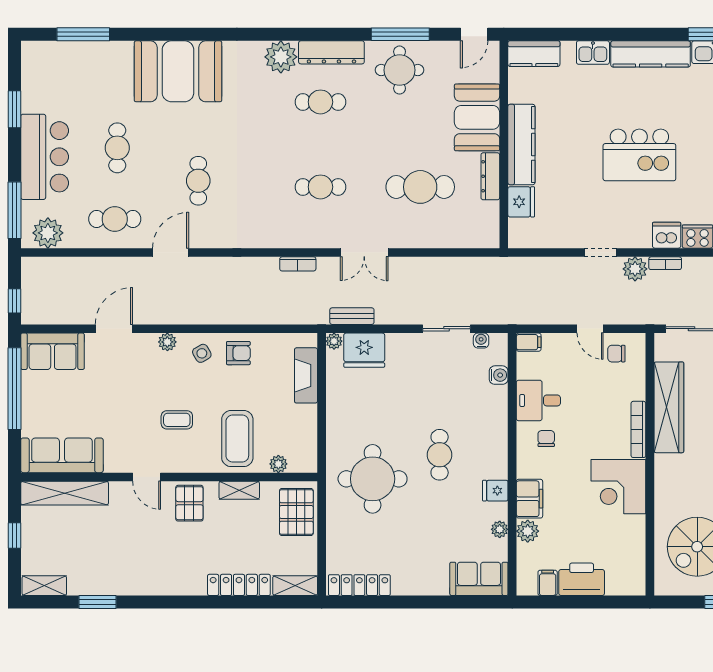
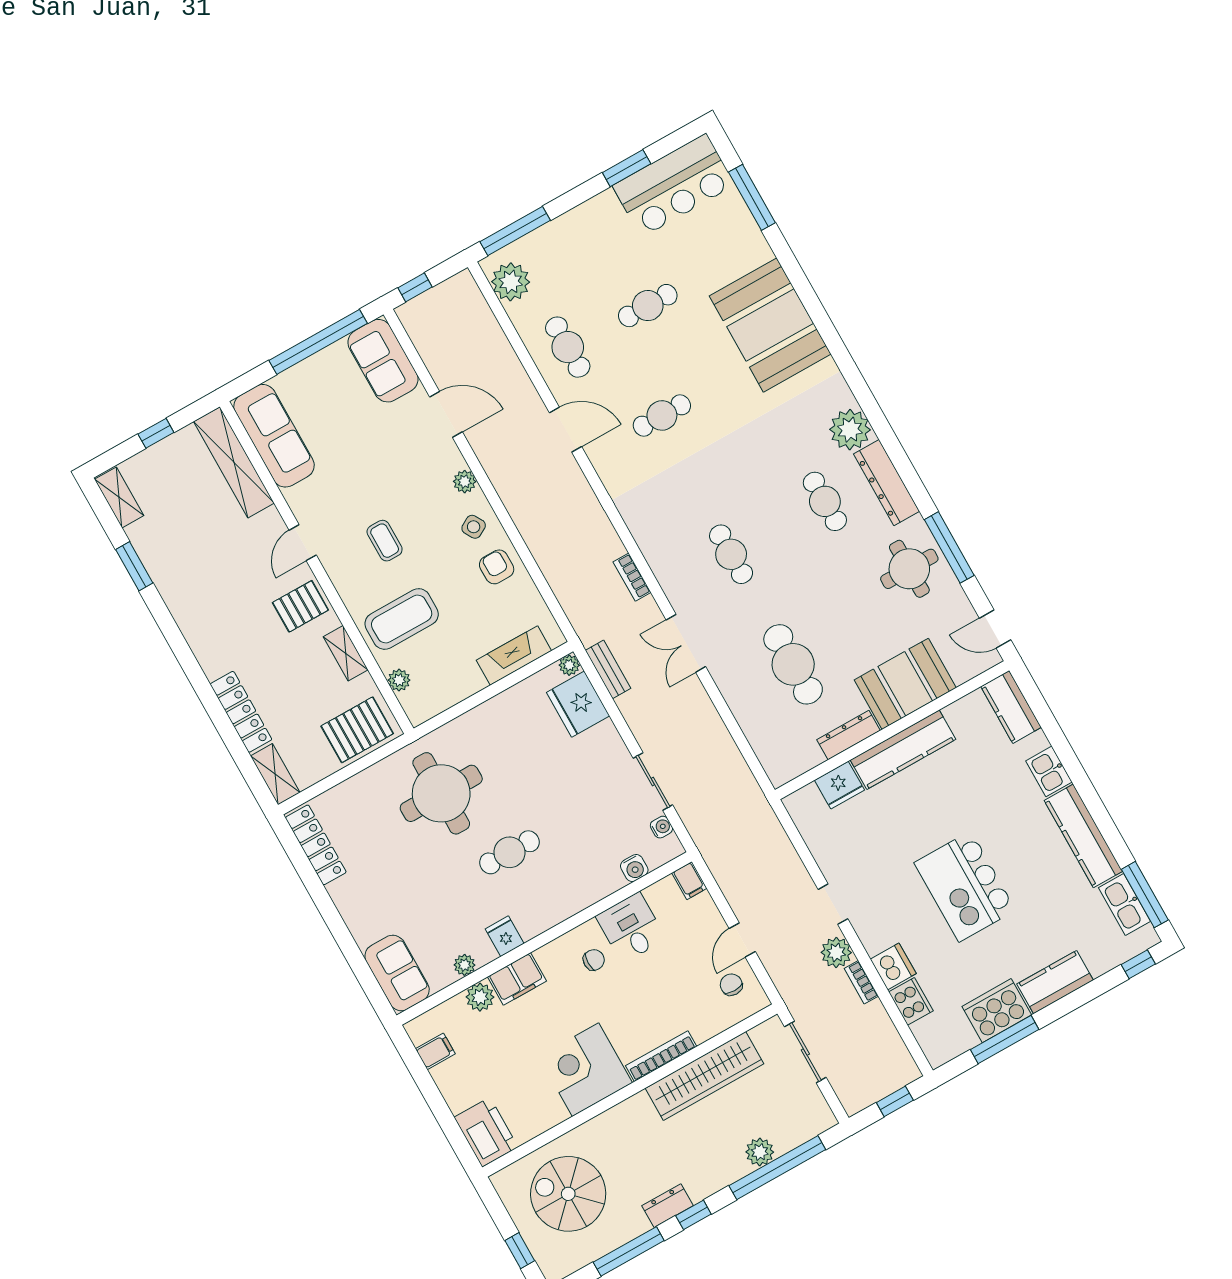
bar counter: (45, 157) -> (674, 185), moved
armchair: (238, 353) -> (497, 567), turned 180
printer: (582, 579) -> (486, 1132), moved

